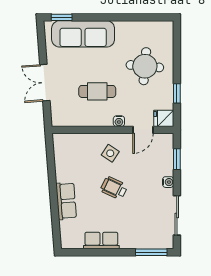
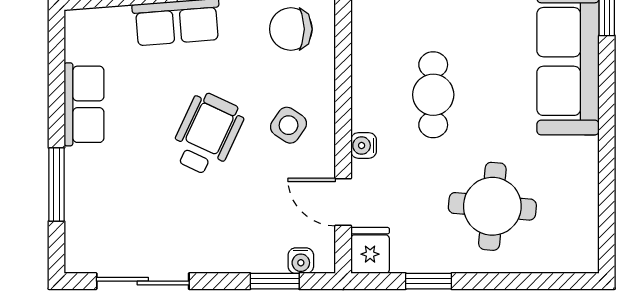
chair: (69, 152) -> (291, 29), added
water cooler: (168, 182) -> (301, 261), moved
wheelchair: (114, 188) -> (207, 134), width x1.36, depth x1.37
window: (151, 252) -> (56, 184), moved

